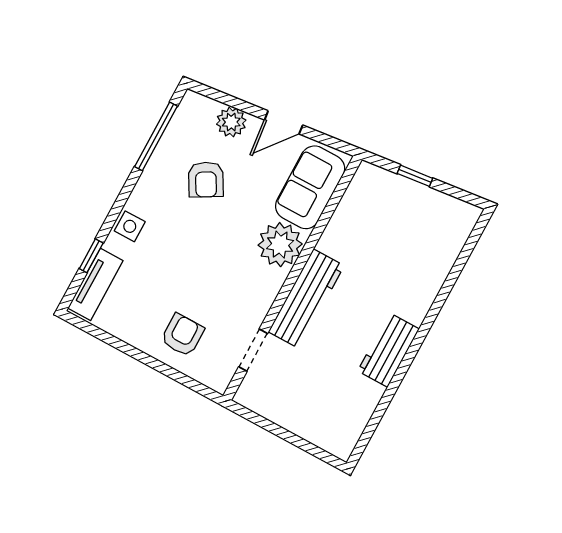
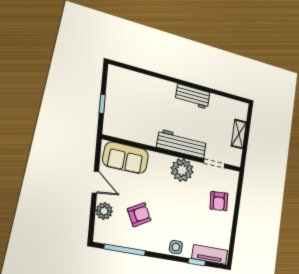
plant: (280, 245) -> (182, 170), moved
armchair: (182, 335) -> (219, 201), turned -95
shelving: (294, 420) -> (239, 134), added

